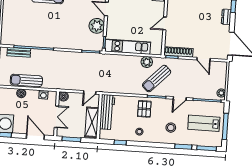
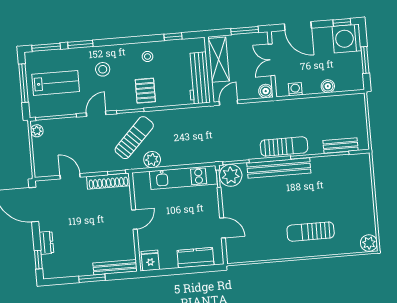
plant: (97, 26) -> (231, 175), moved
bench: (62, 43) -> (279, 168), added
sun lounger: (26, 80) -> (284, 146), moved

